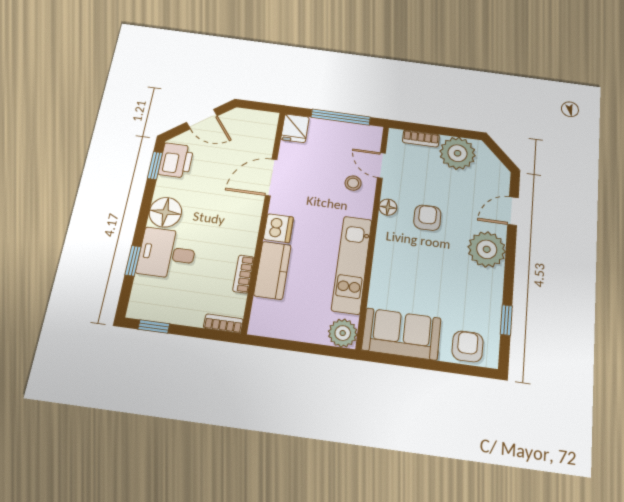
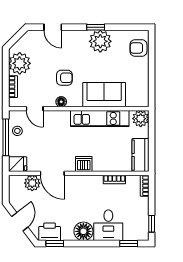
plant: (261, 146) -> (32, 183), added
door: (381, 165) -> (35, 109), hinge flipped
stool: (353, 183) -> (17, 131), moved
armchair: (427, 218) -> (64, 78), turned 180
plant: (487, 249) -> (100, 41), moved
window: (133, 261) -> (129, 244), moved
kitchen counter: (272, 270) -> (141, 155), moved, turned -90
window: (506, 320) -> (96, 27), moved
sofa: (401, 334) -> (104, 95), moved, turned 90

